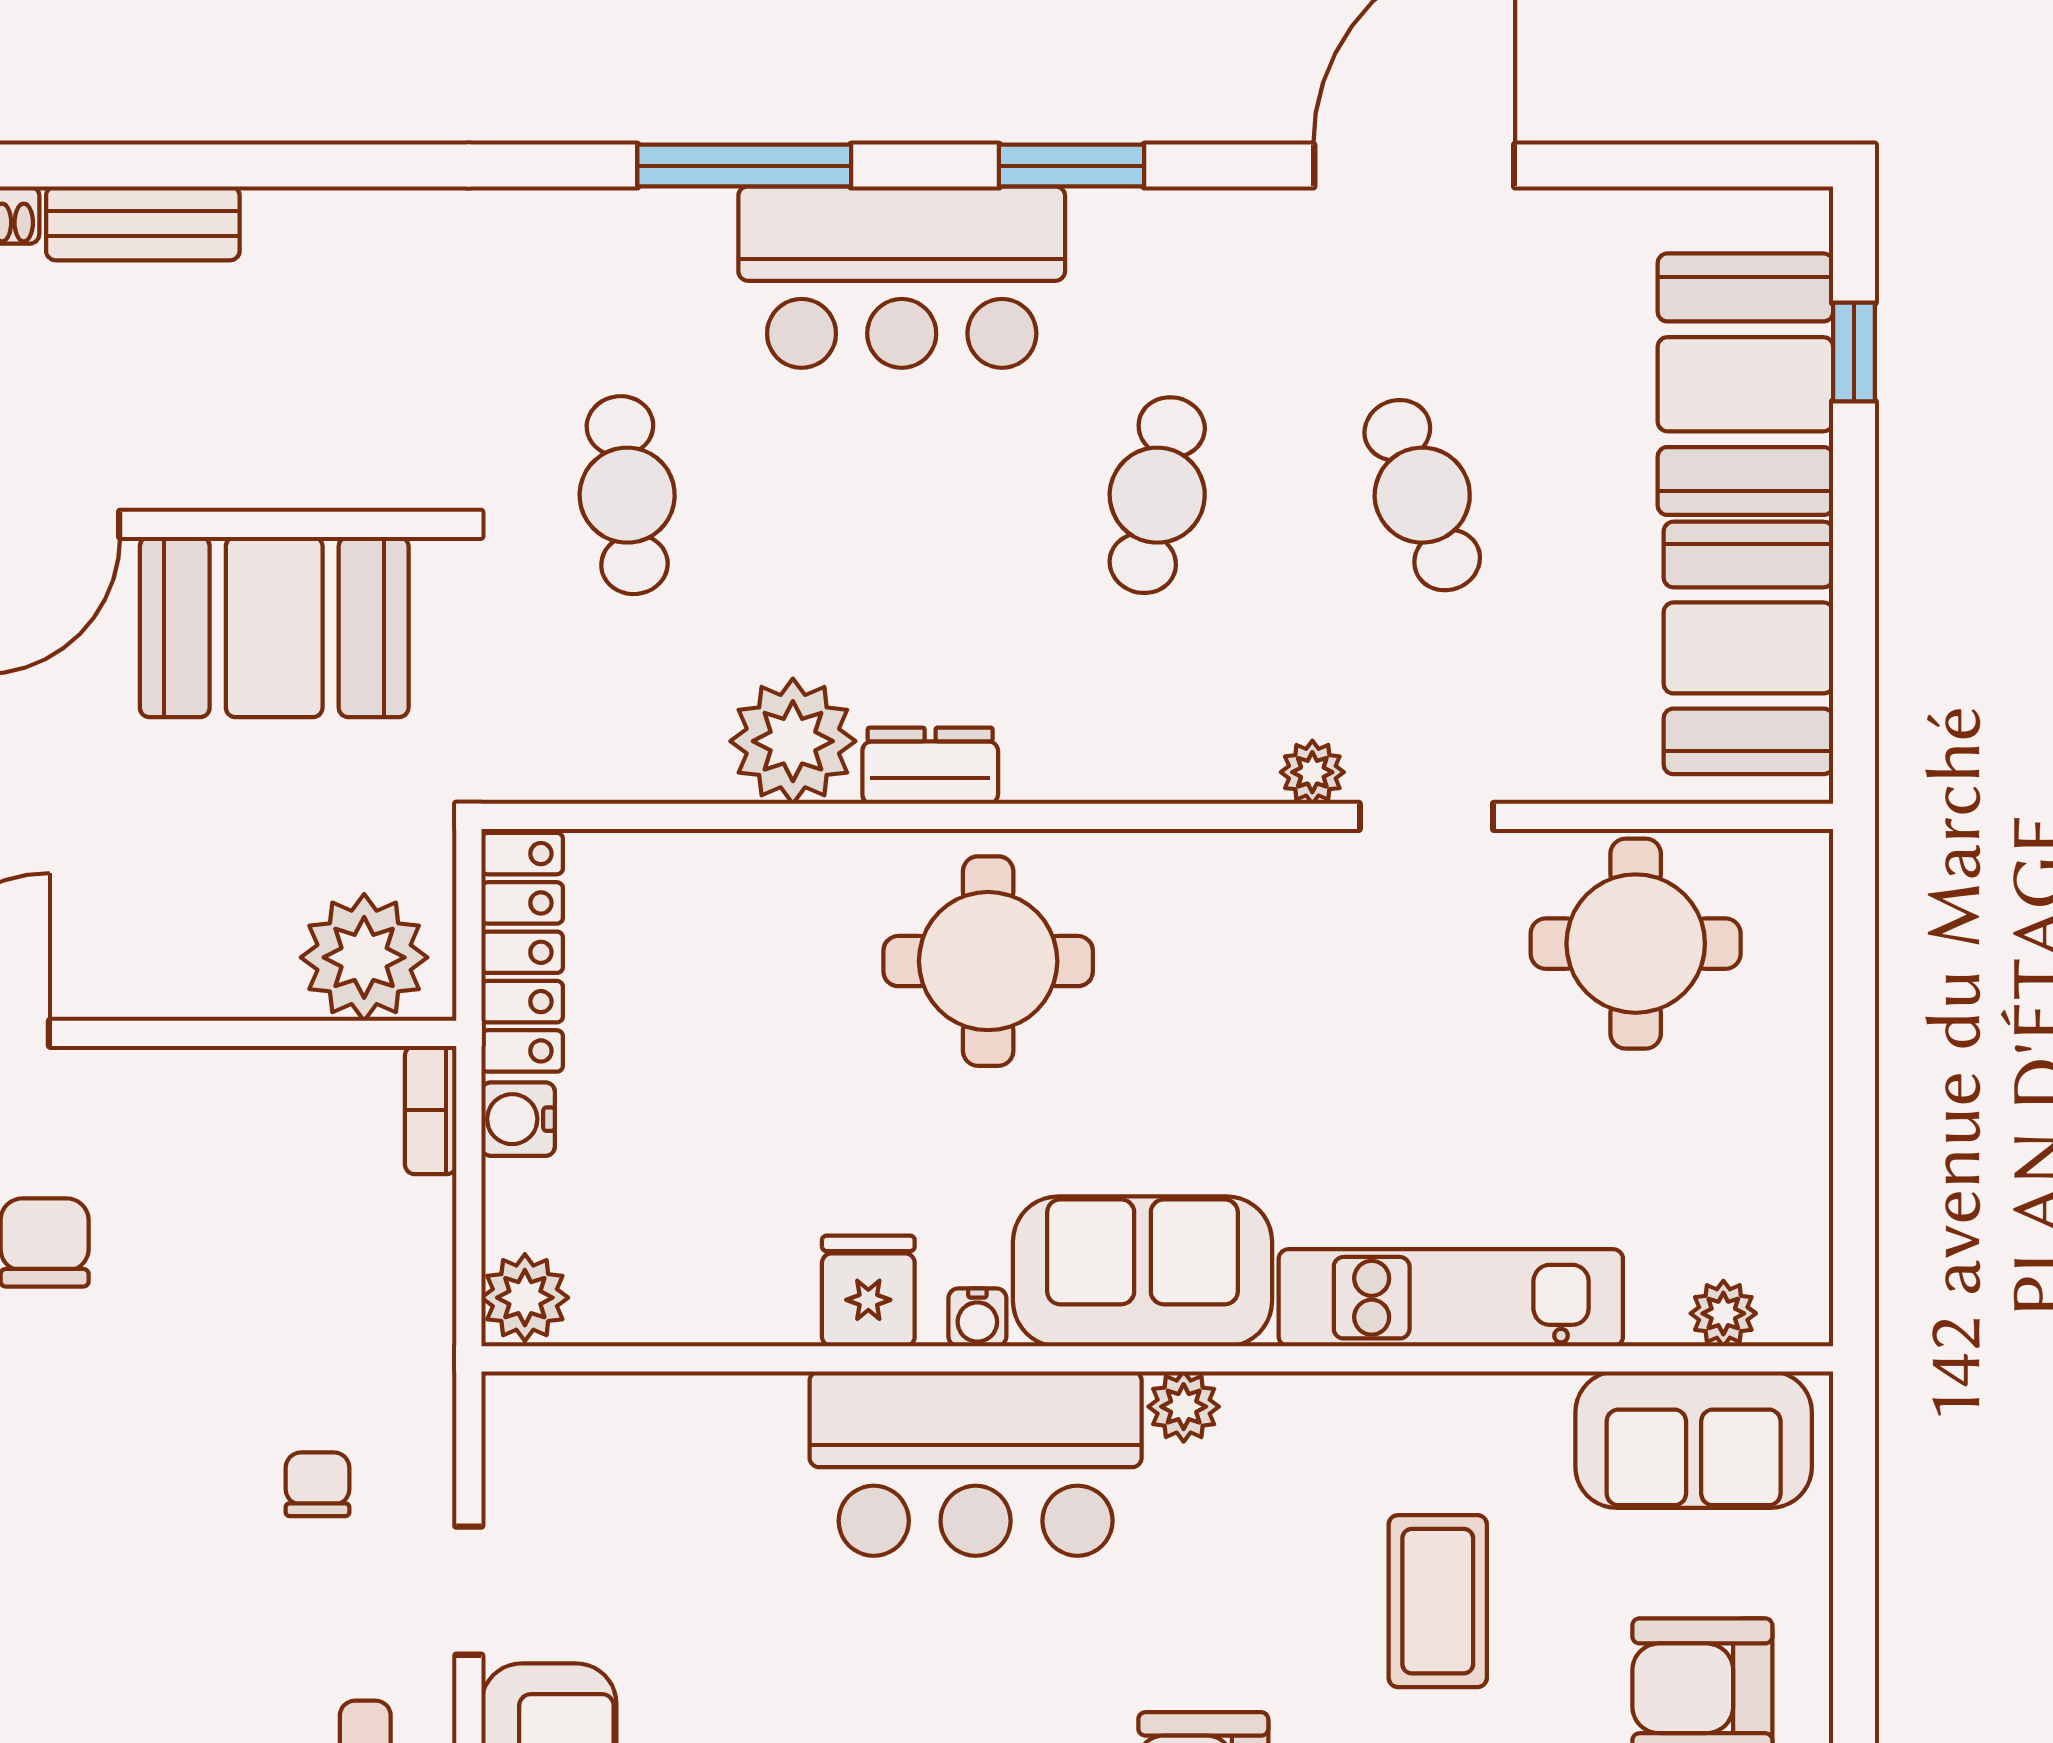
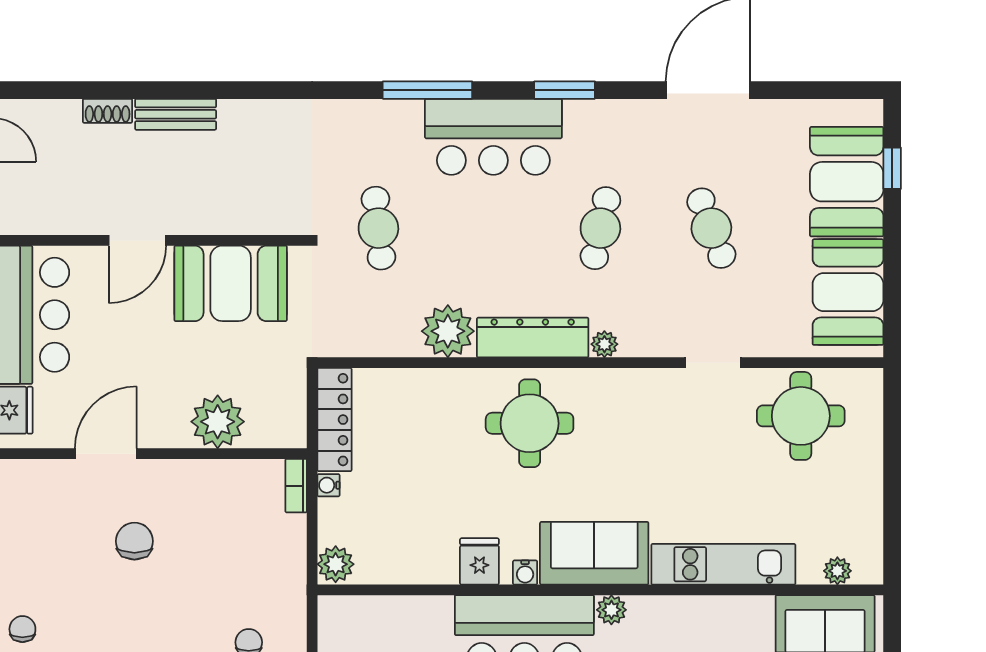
dresser: (930, 766) -> (533, 338), width x1.96, depth x1.24
plant: (1312, 772) -> (604, 344), moved
plant: (364, 957) -> (218, 422), moved
water cooler: (518, 1119) -> (328, 485), width x0.72, depth x0.72

